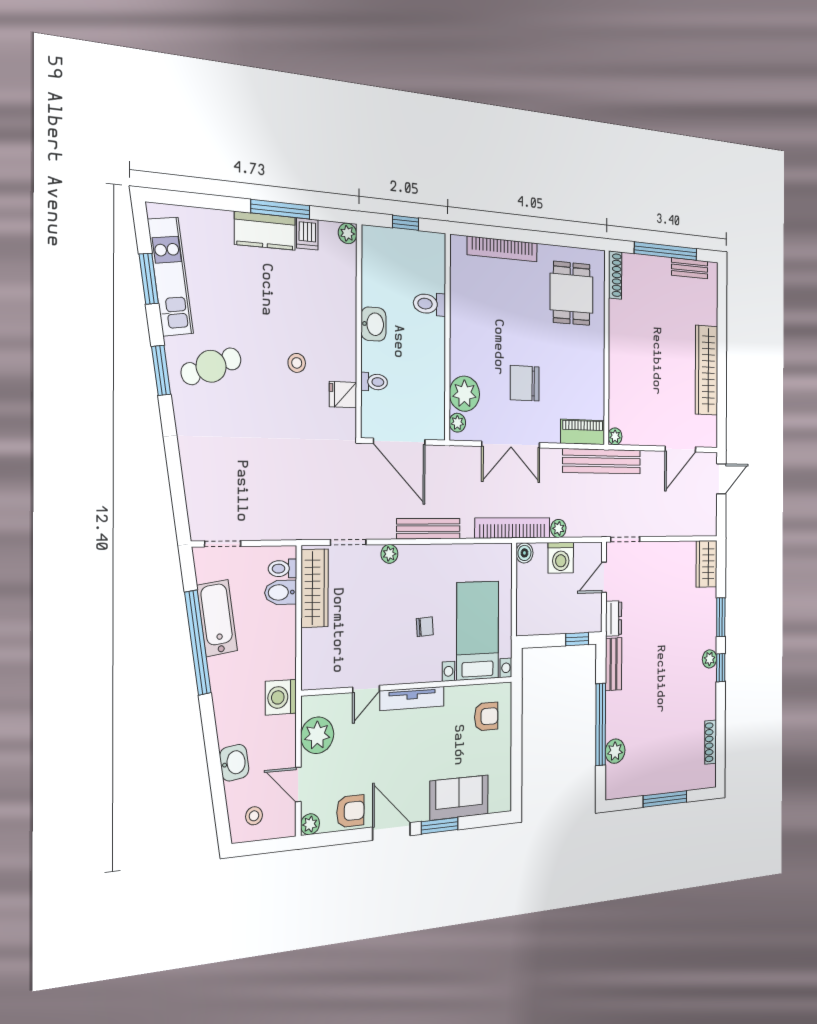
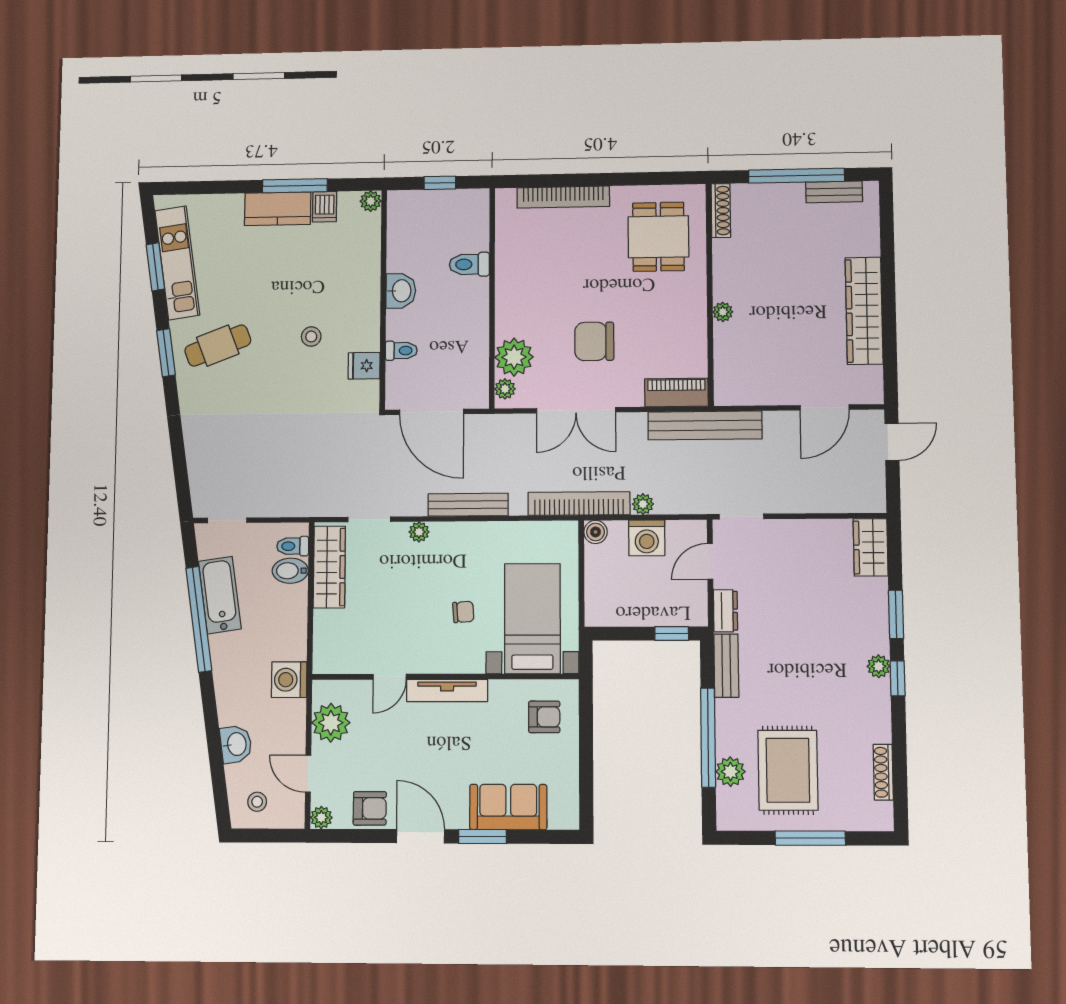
plant: (615, 436) -> (723, 312), moved
rug: (652, 746) -> (788, 770), added

